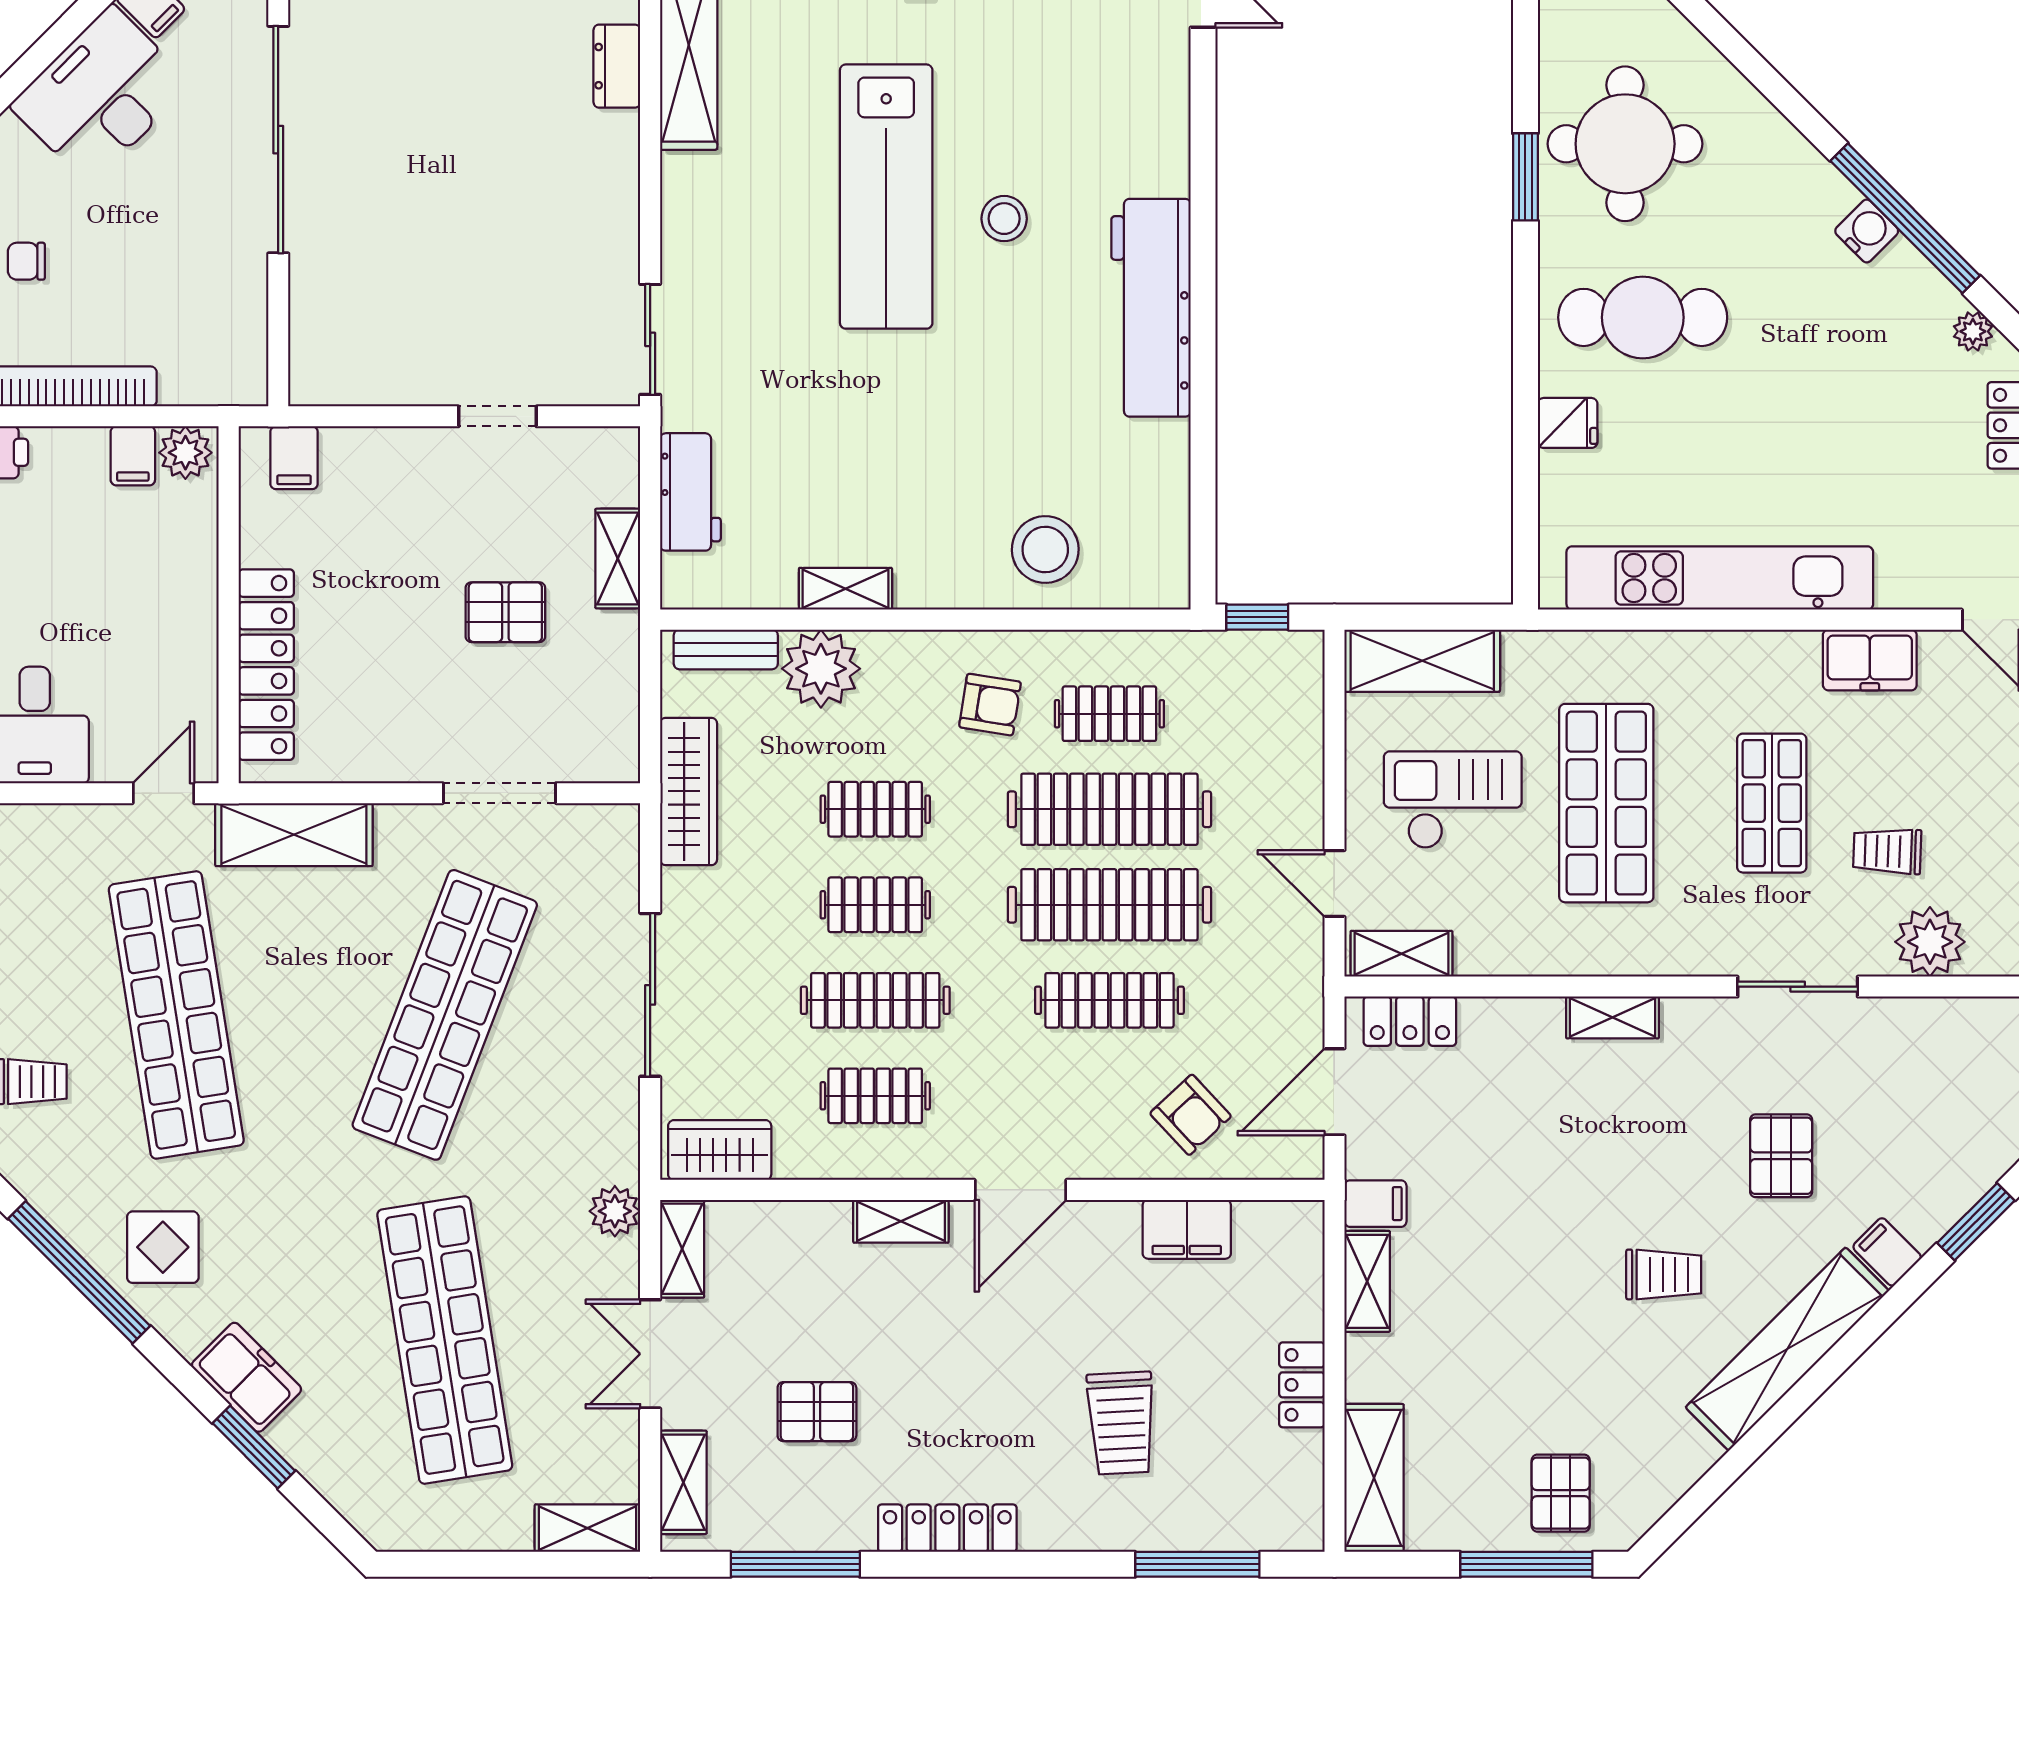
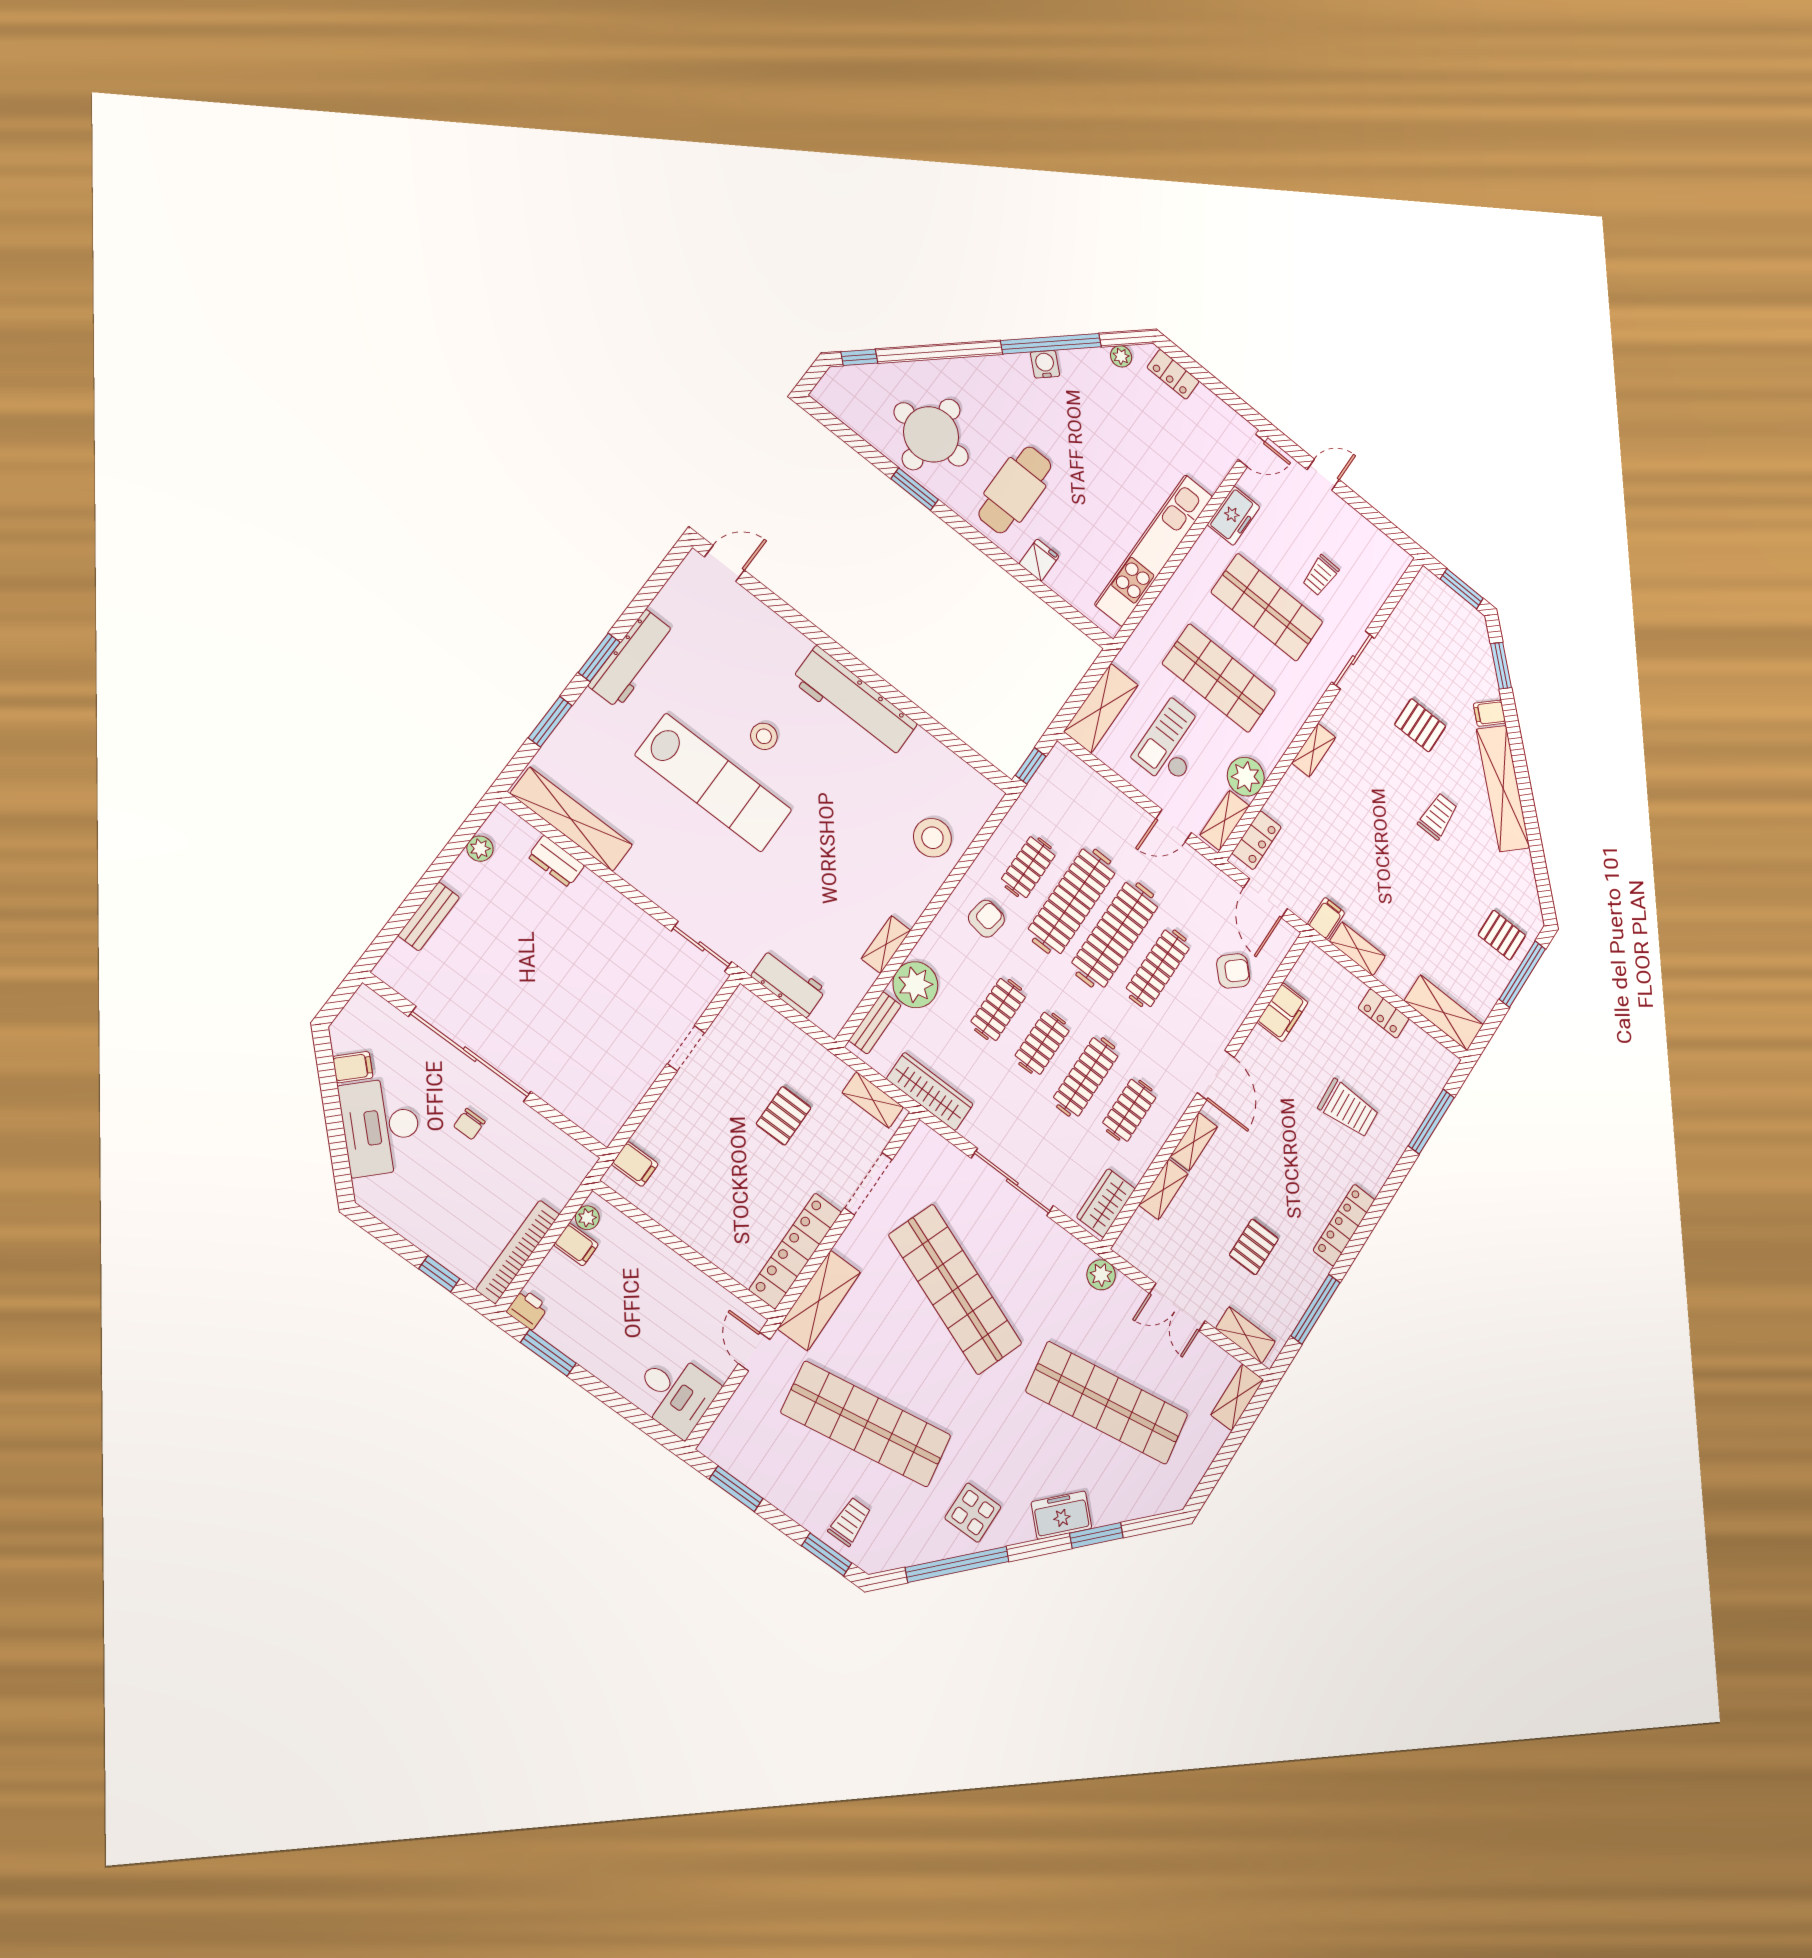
chair: (26, 261) -> (469, 1124), moved
plant: (185, 453) -> (587, 1218), width x0.73, depth x0.73
shelving: (618, 559) -> (873, 1100), moved
locker: (266, 665) -> (795, 1251), moved, turned -90
shop shelf: (1772, 803) -> (1267, 607), width x1.43, depth x1.36
plant: (1930, 942) -> (1246, 777), moved
shelving: (682, 1249) -> (1163, 1189), moved, turned 90

